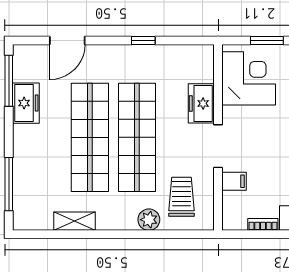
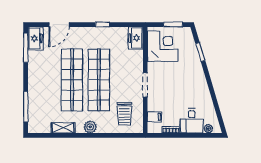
freezer: (26, 103) -> (35, 38), moved
freezer: (201, 103) -> (136, 38), moved
filing cabinet: (234, 181) -> (154, 117), moved
trolley: (182, 197) -> (124, 114), turned 180
plant: (149, 220) -> (90, 127), moved

